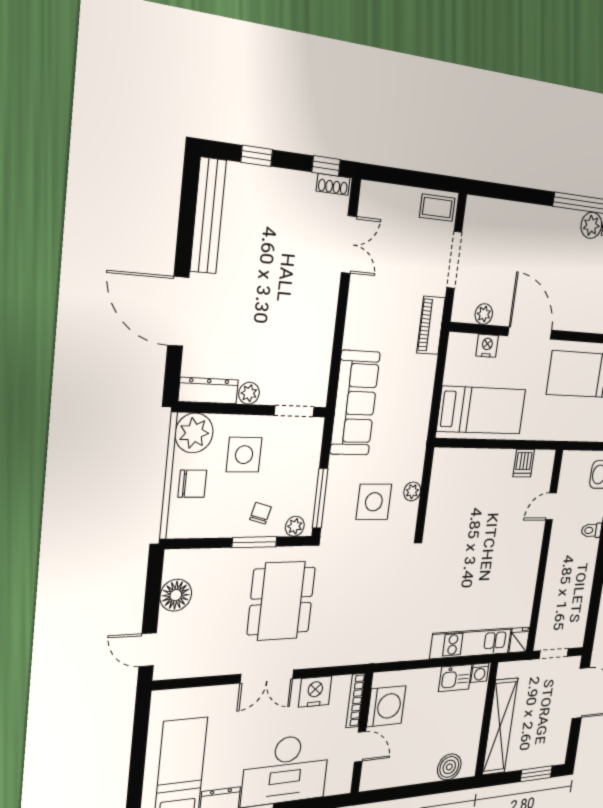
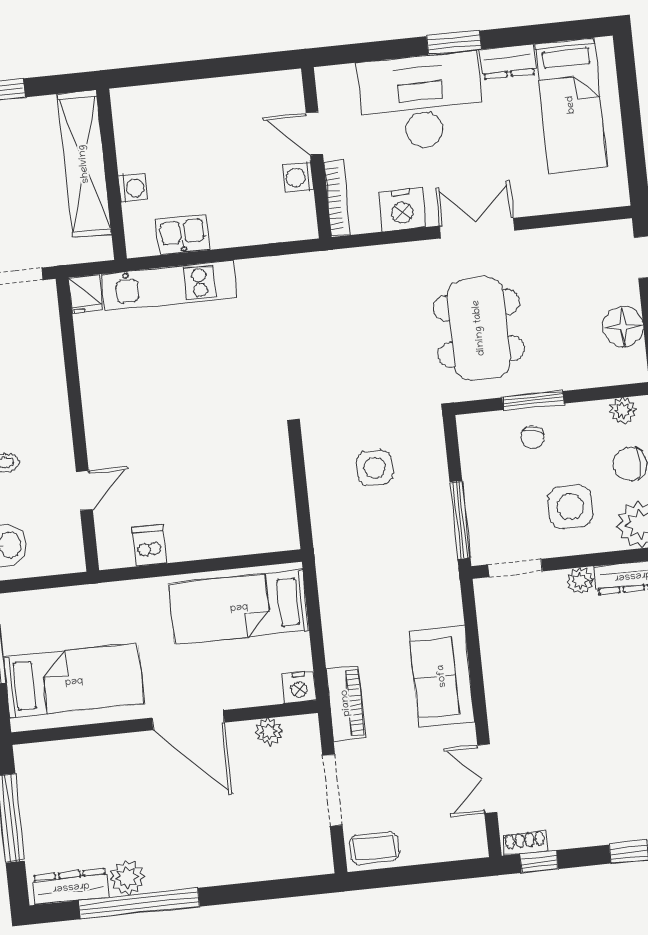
nightstand: (487, 346) -> (299, 687), moved
sofa: (355, 403) -> (442, 676), moved, width x0.73
plant: (412, 491) -> (320, 487), removed
window: (320, 498) -> (460, 520), moved
side table: (374, 502) -> (375, 468), width x0.73, depth x0.73
plant: (295, 526) -> (623, 410), moved
washing machine: (480, 673) -> (133, 188), moved, turned 90
washing machine: (386, 706) -> (298, 177), width x0.53, depth x0.53
boiler: (449, 767) -> (158, 103), removed

